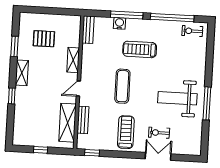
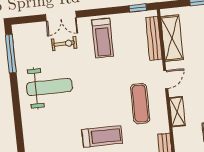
exercise mat: (122, 86) -> (140, 104), moved
window: (207, 103) -> (11, 54), moved
bench: (83, 120) -> (154, 38), width x1.36

